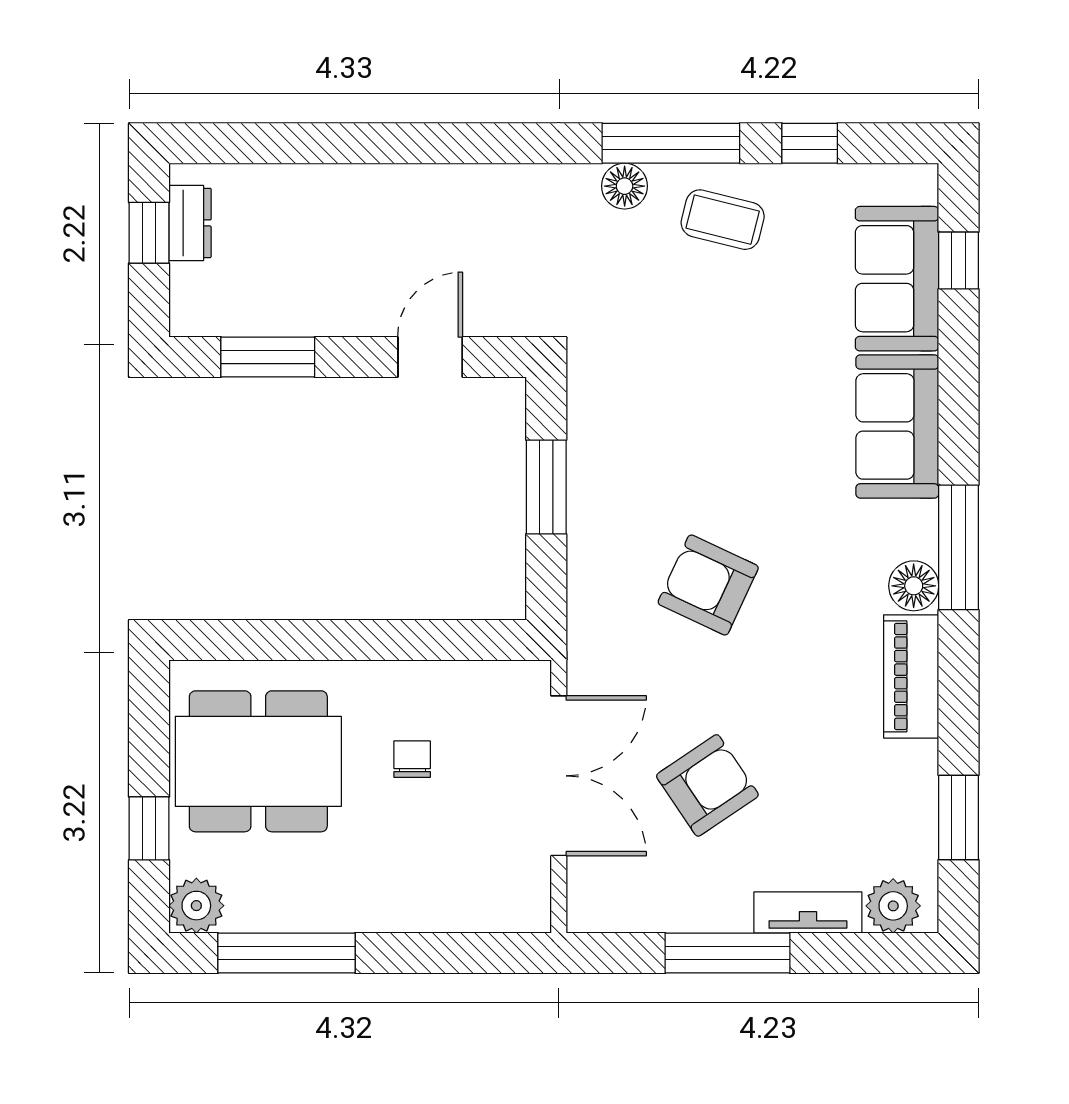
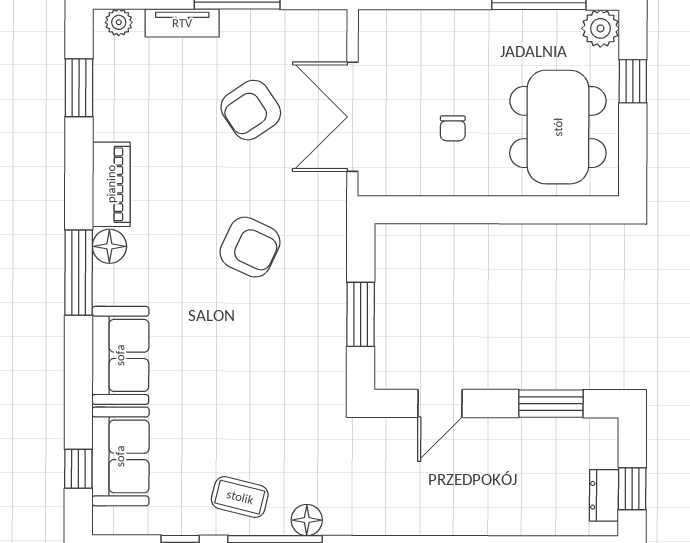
dining table: (258, 761) -> (558, 127), turned 90
plant: (893, 906) -> (119, 22), width x0.73, depth x0.73

